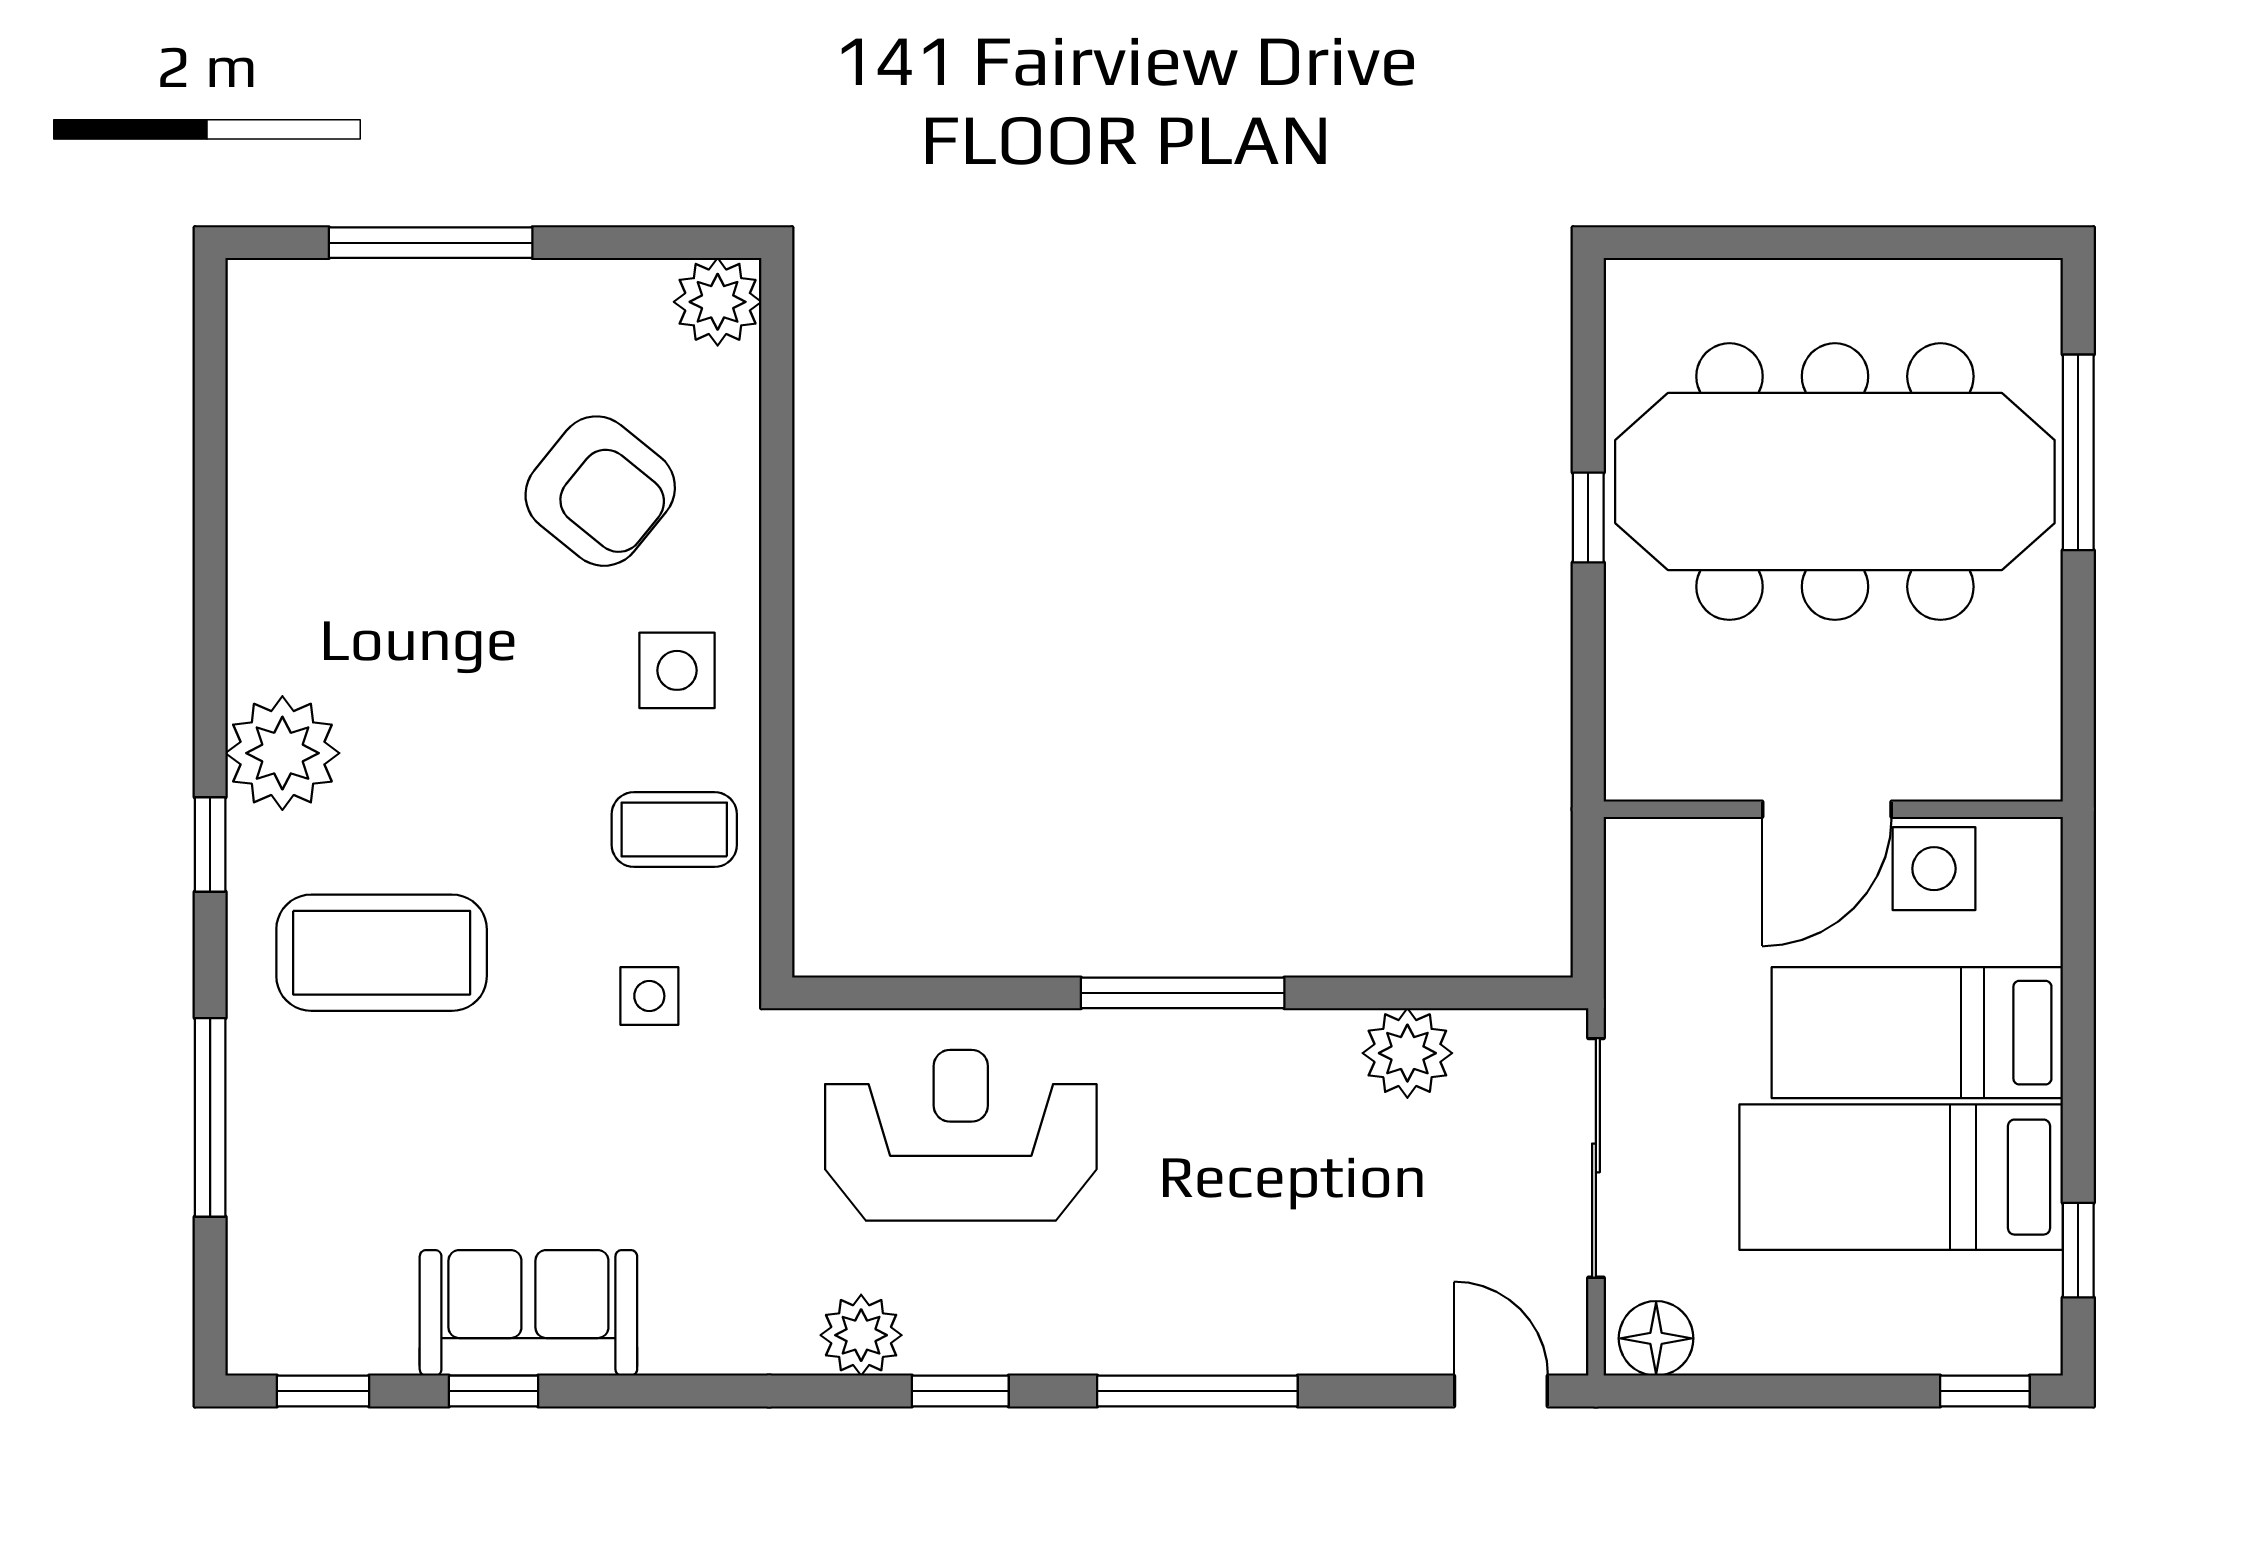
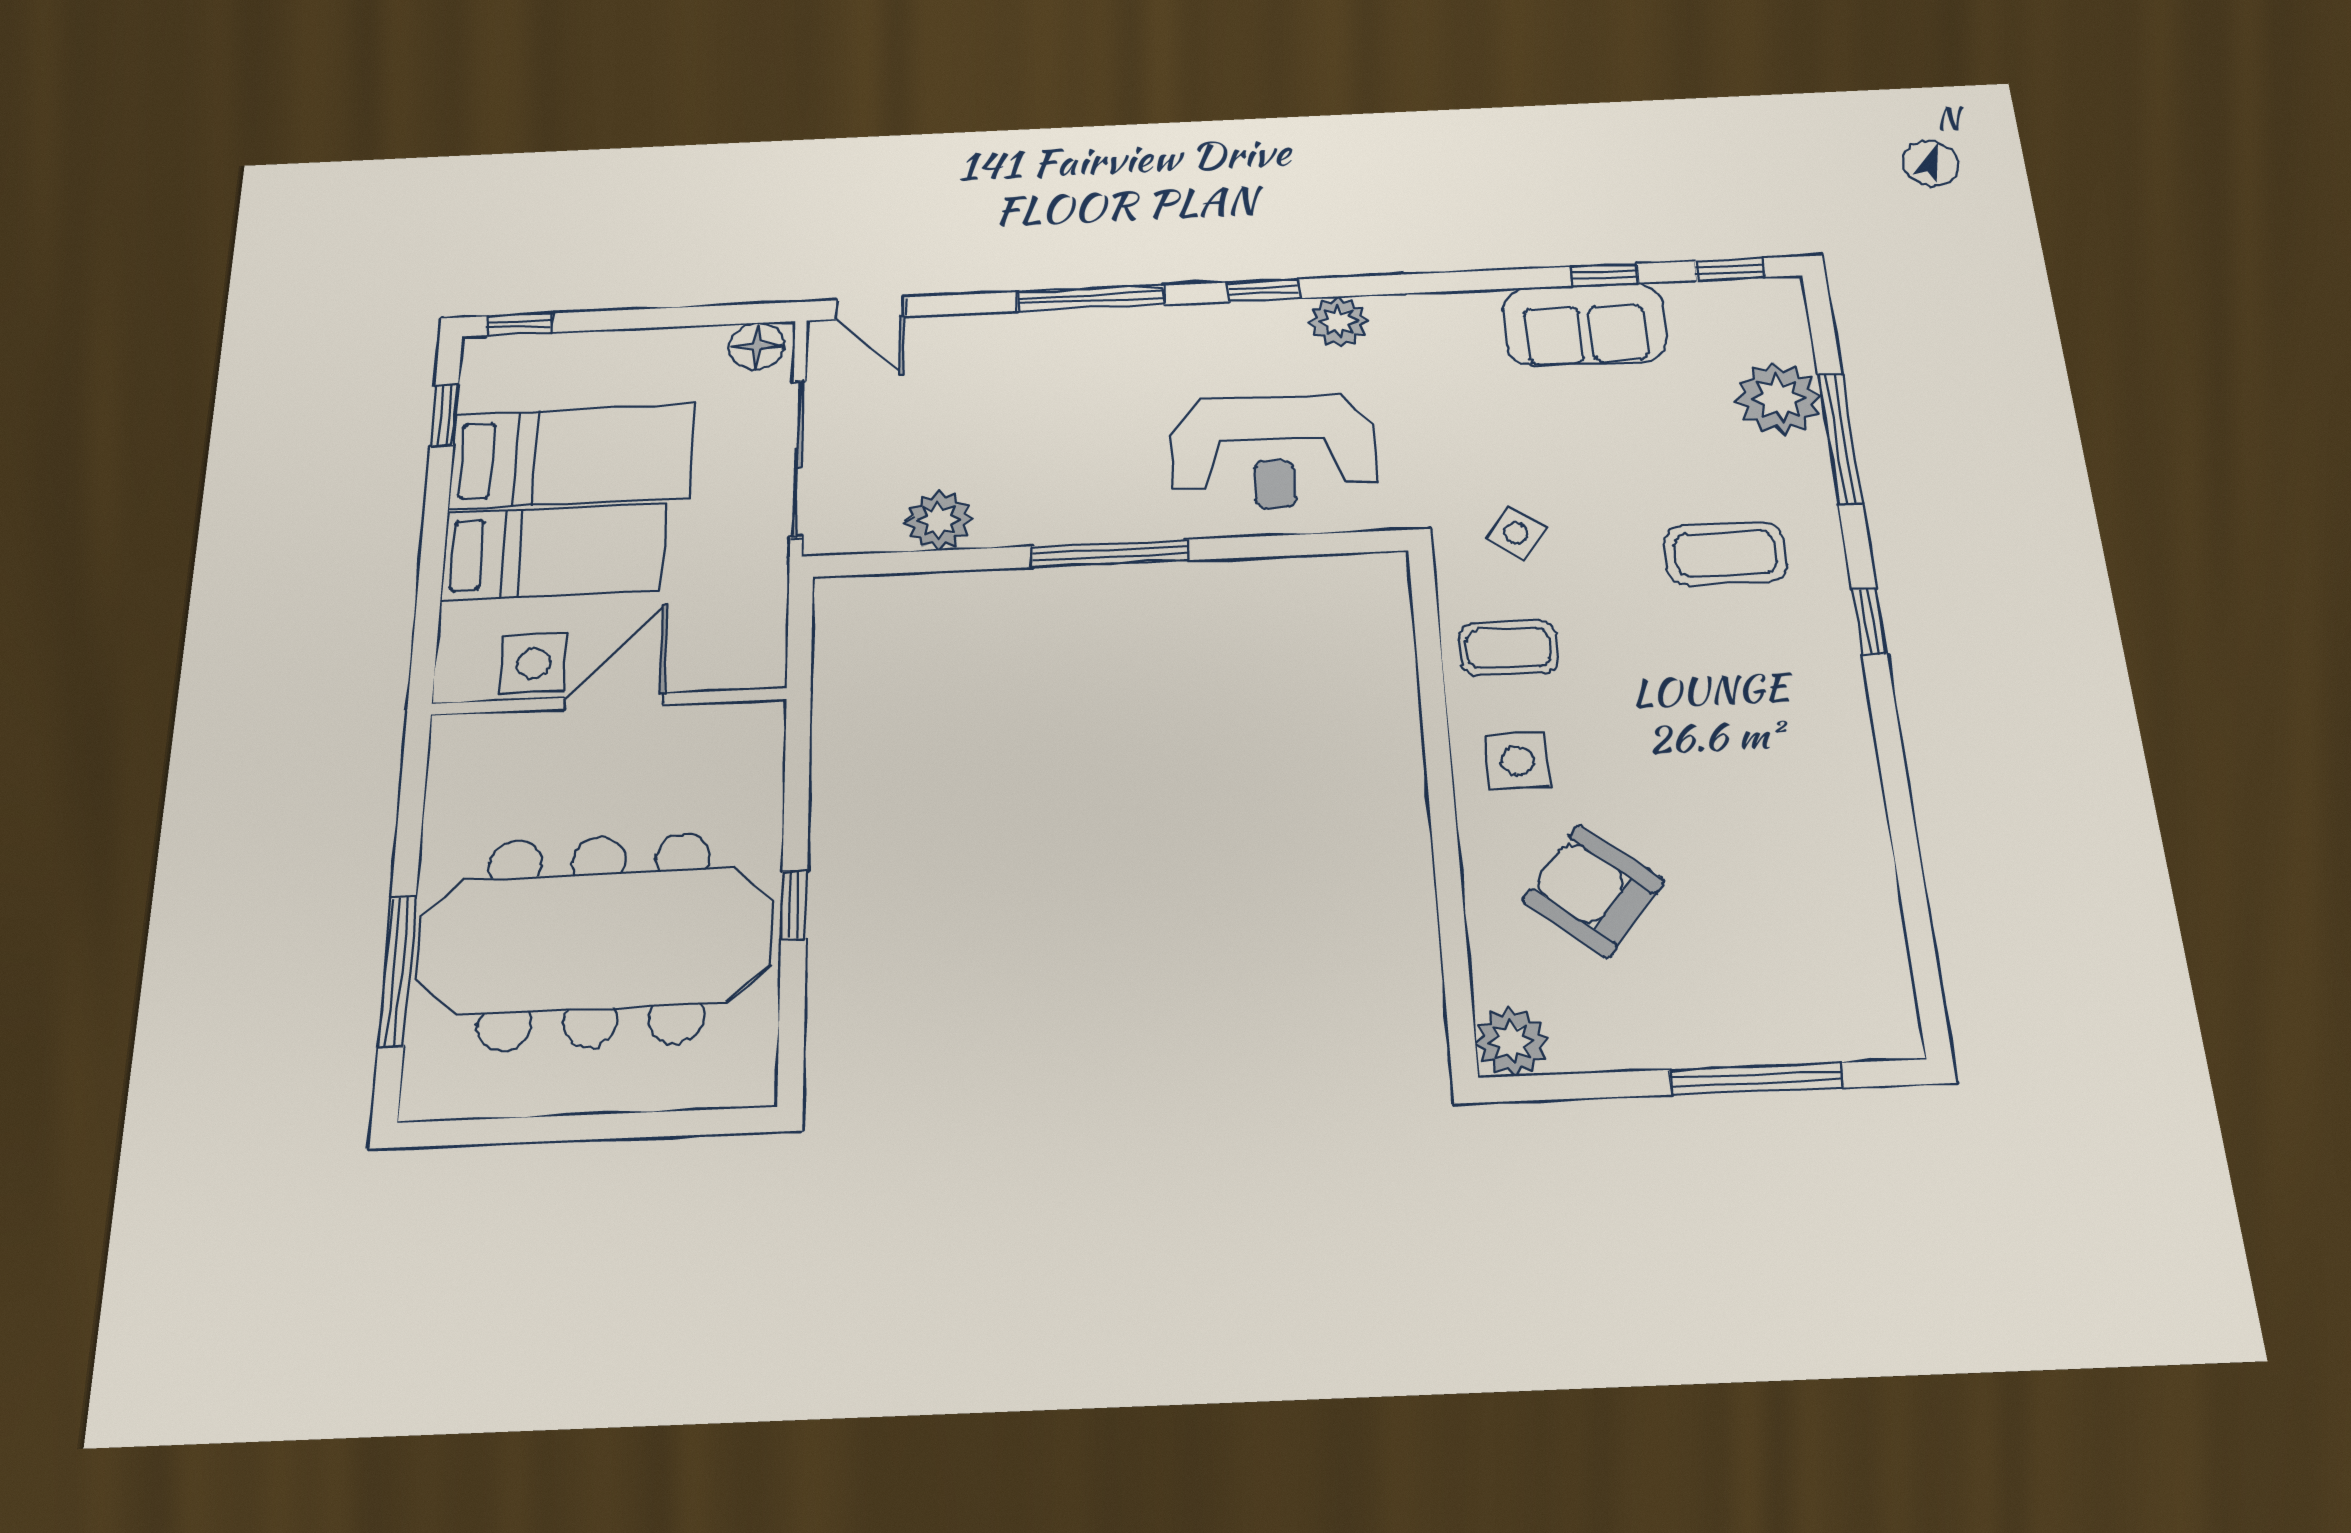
plant: (282, 753) -> (1779, 398), moved
coffee table: (382, 953) -> (1725, 553), width x0.73, depth x0.76
side table: (649, 996) -> (1516, 533), turned 35

